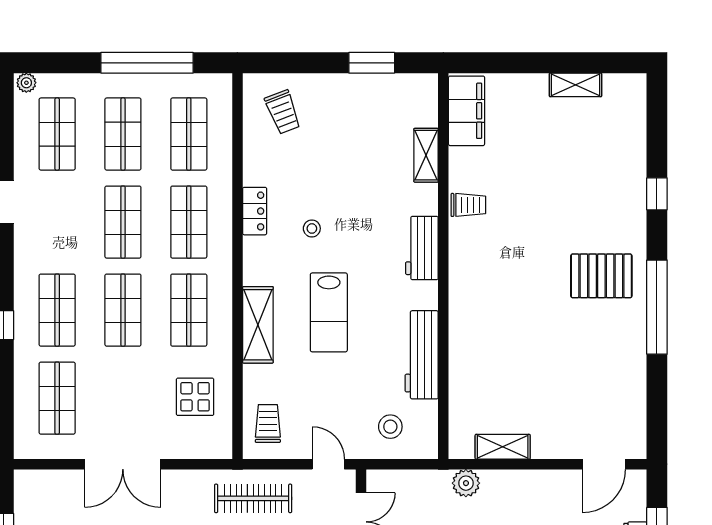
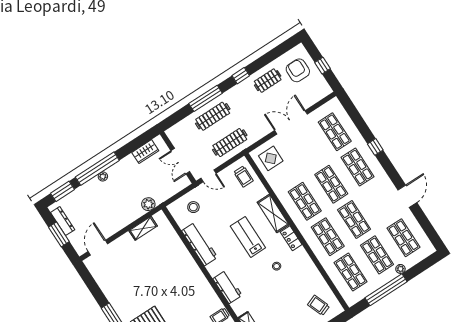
plant: (26, 83) -> (400, 269), moved
locker: (255, 211) -> (291, 238), moved
display table: (195, 397) -> (271, 158), moved

